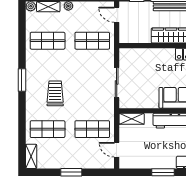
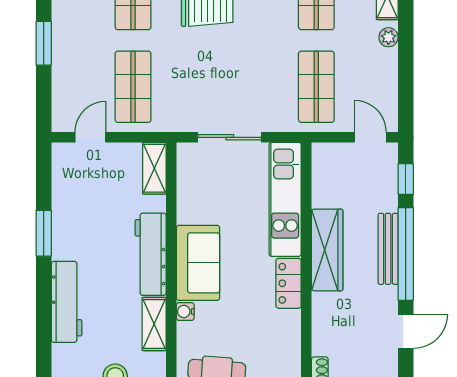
door: (117, 15) -> (370, 137), hinge flipped
kitchen unit: (147, 56) -> (285, 199), added

